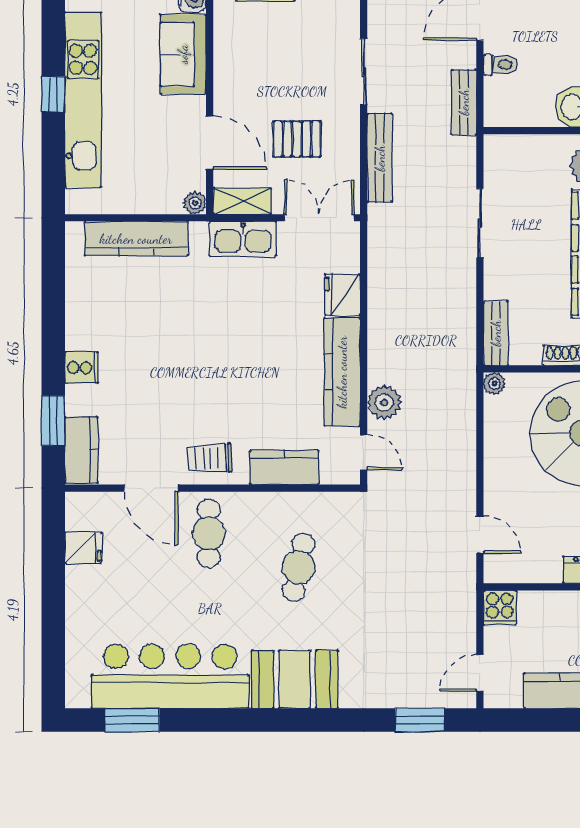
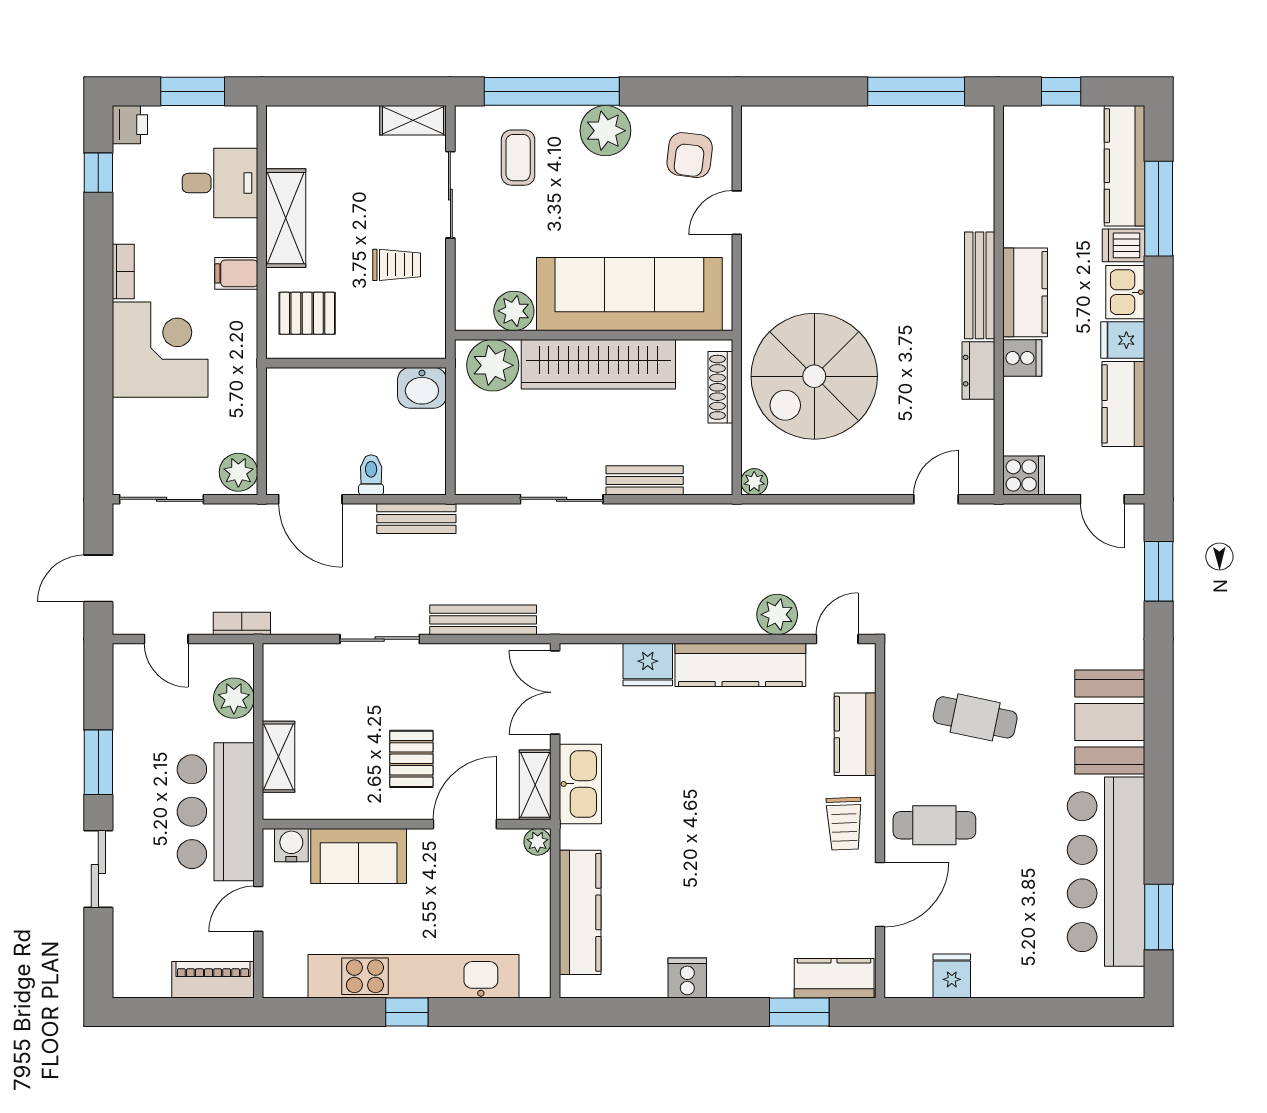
pallet: (297, 139) -> (411, 759), moved
bench: (496, 333) -> (645, 480), moved
cooker: (82, 368) -> (687, 978), moved

